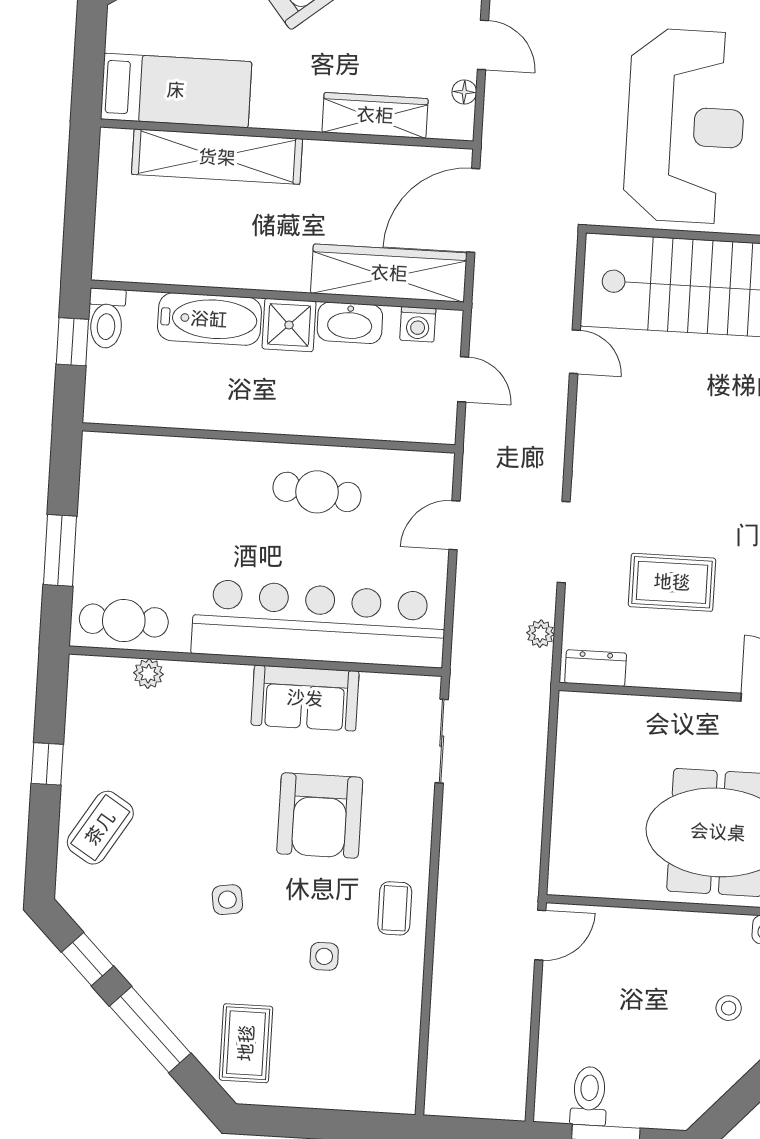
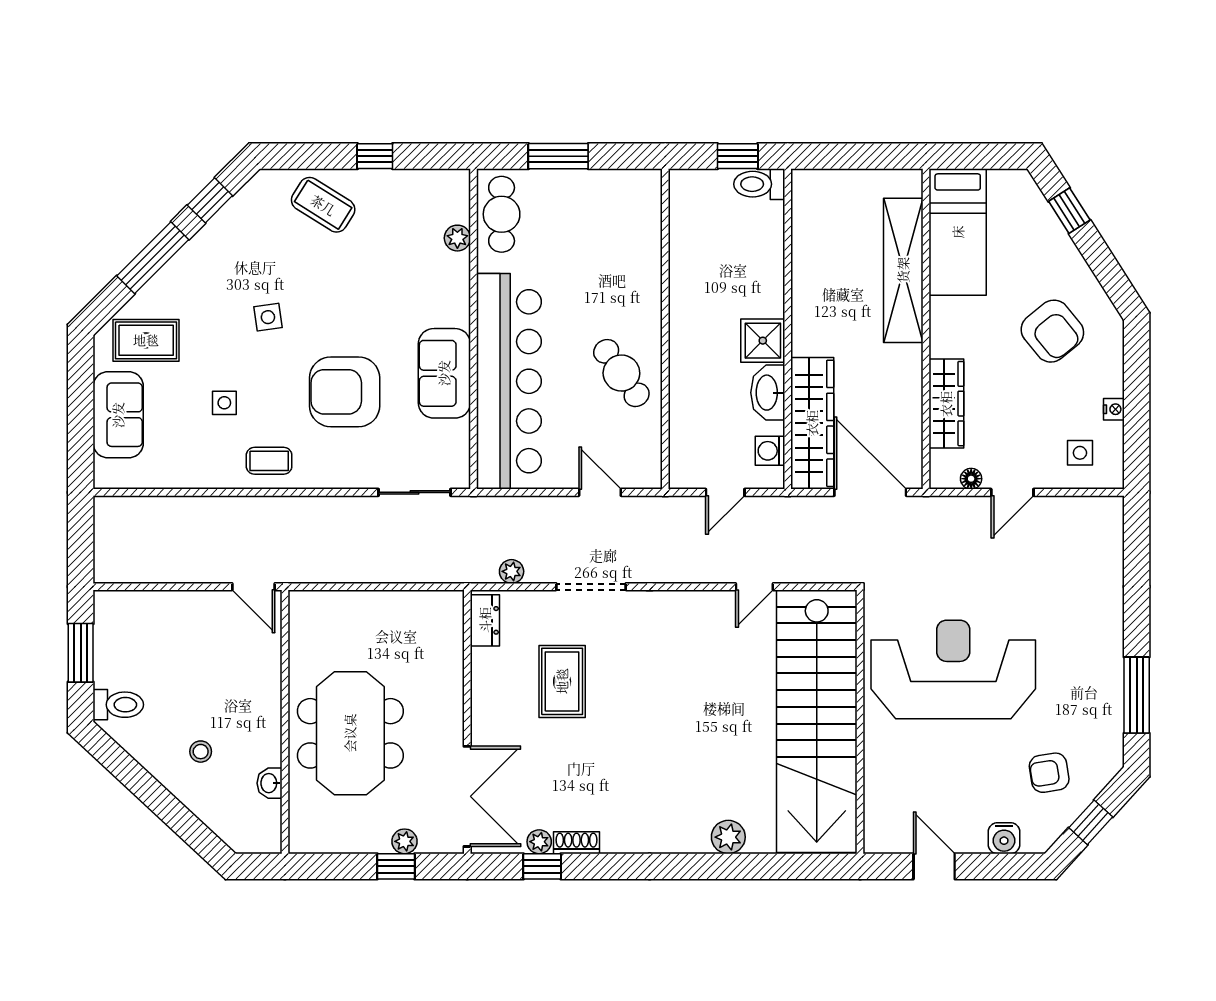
reception desk: (685, 126) -> (953, 669), turned 180
bathtub: (209, 319) -> (764, 272), removed
cafe table: (317, 492) -> (621, 373), turned -41
sofa: (331, 1081) -> (118, 415), added
toilet: (589, 1096) -> (118, 705), moved

